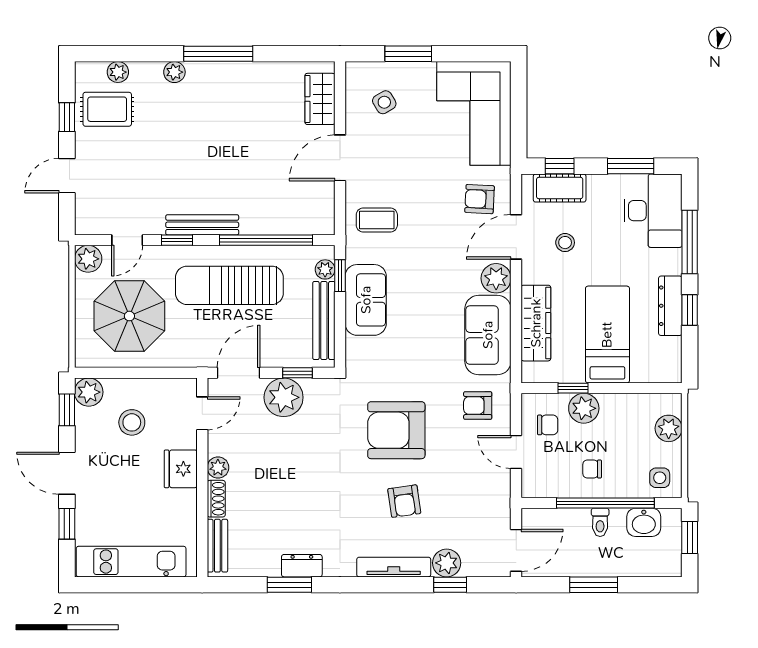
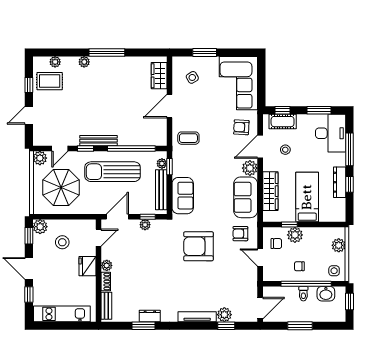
sofa: (366, 300) -> (183, 196), moved
plant: (284, 397) -> (145, 225), width x0.53, depth x0.53
armchair: (404, 501) -> (203, 283), removed

